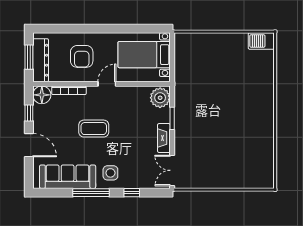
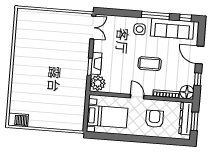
door: (107, 84) -> (137, 97), swing flipped
fireplace: (164, 138) -> (96, 63), moved
window: (132, 193) -> (186, 18), moved

